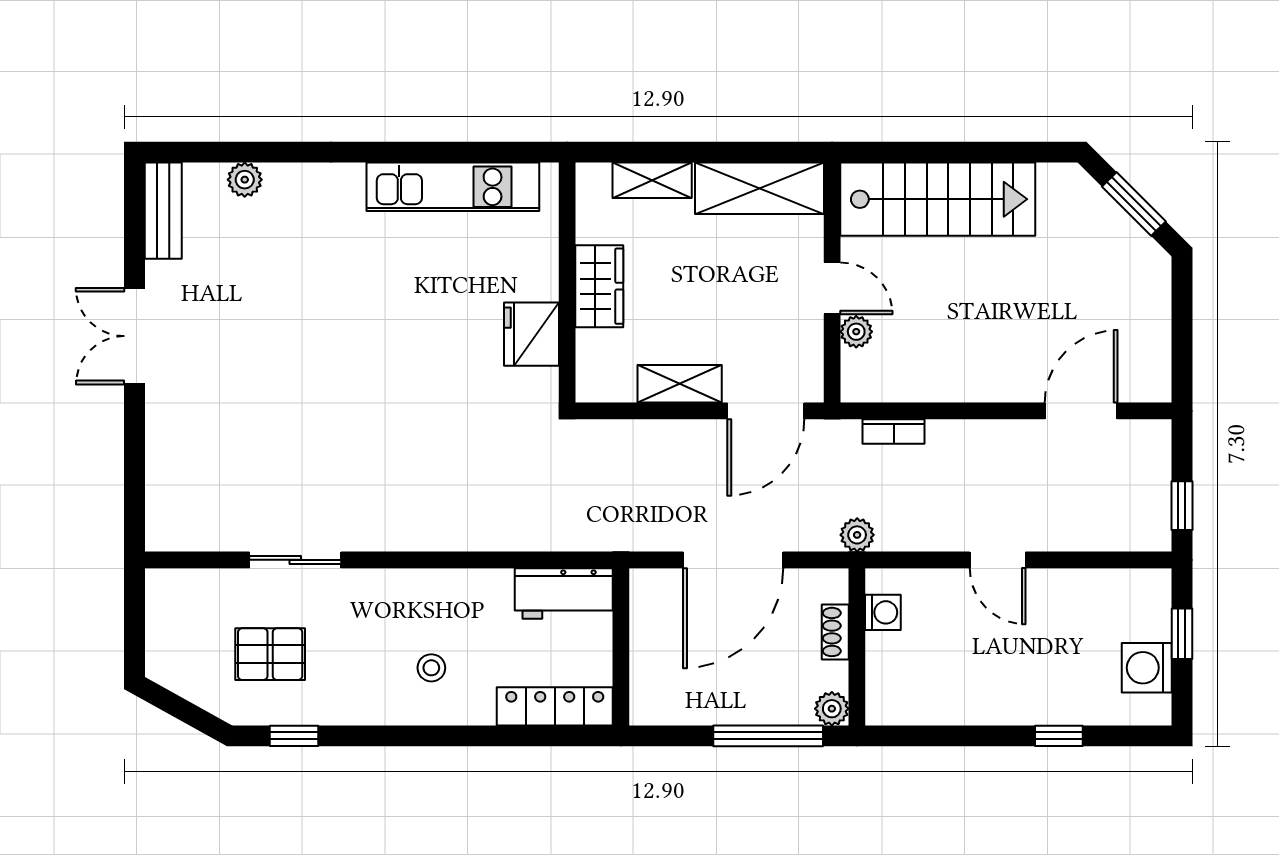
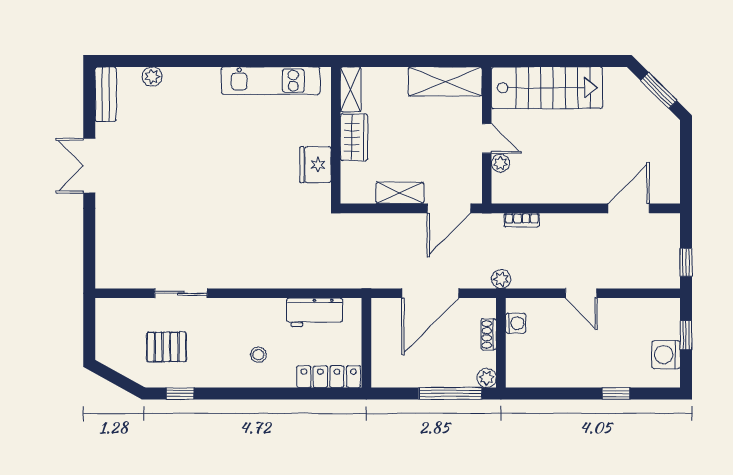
shelving: (652, 180) -> (351, 89), moved, turned 90
workbench: (564, 593) -> (315, 312), moved

